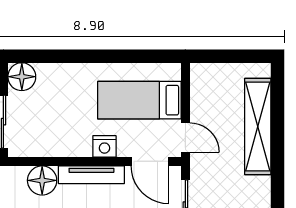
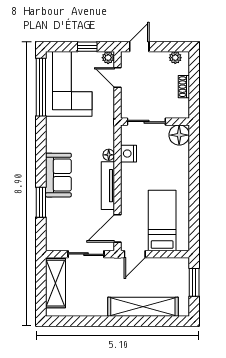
window: (224, 56) -> (194, 282), added
nightstand: (104, 146) -> (128, 154), moved
floor lamp: (42, 180) -> (109, 155), width x0.53, depth x0.53

